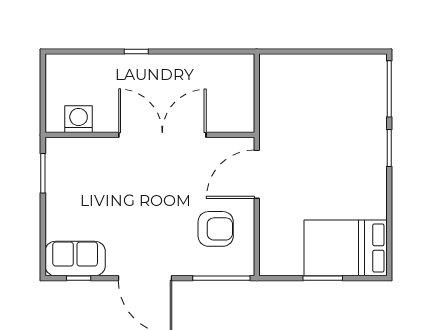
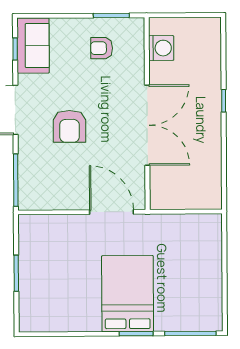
armchair: (78, 184) -> (102, 48), added
armchair: (216, 229) -> (69, 126), moved
bed: (346, 248) -> (128, 294), moved

